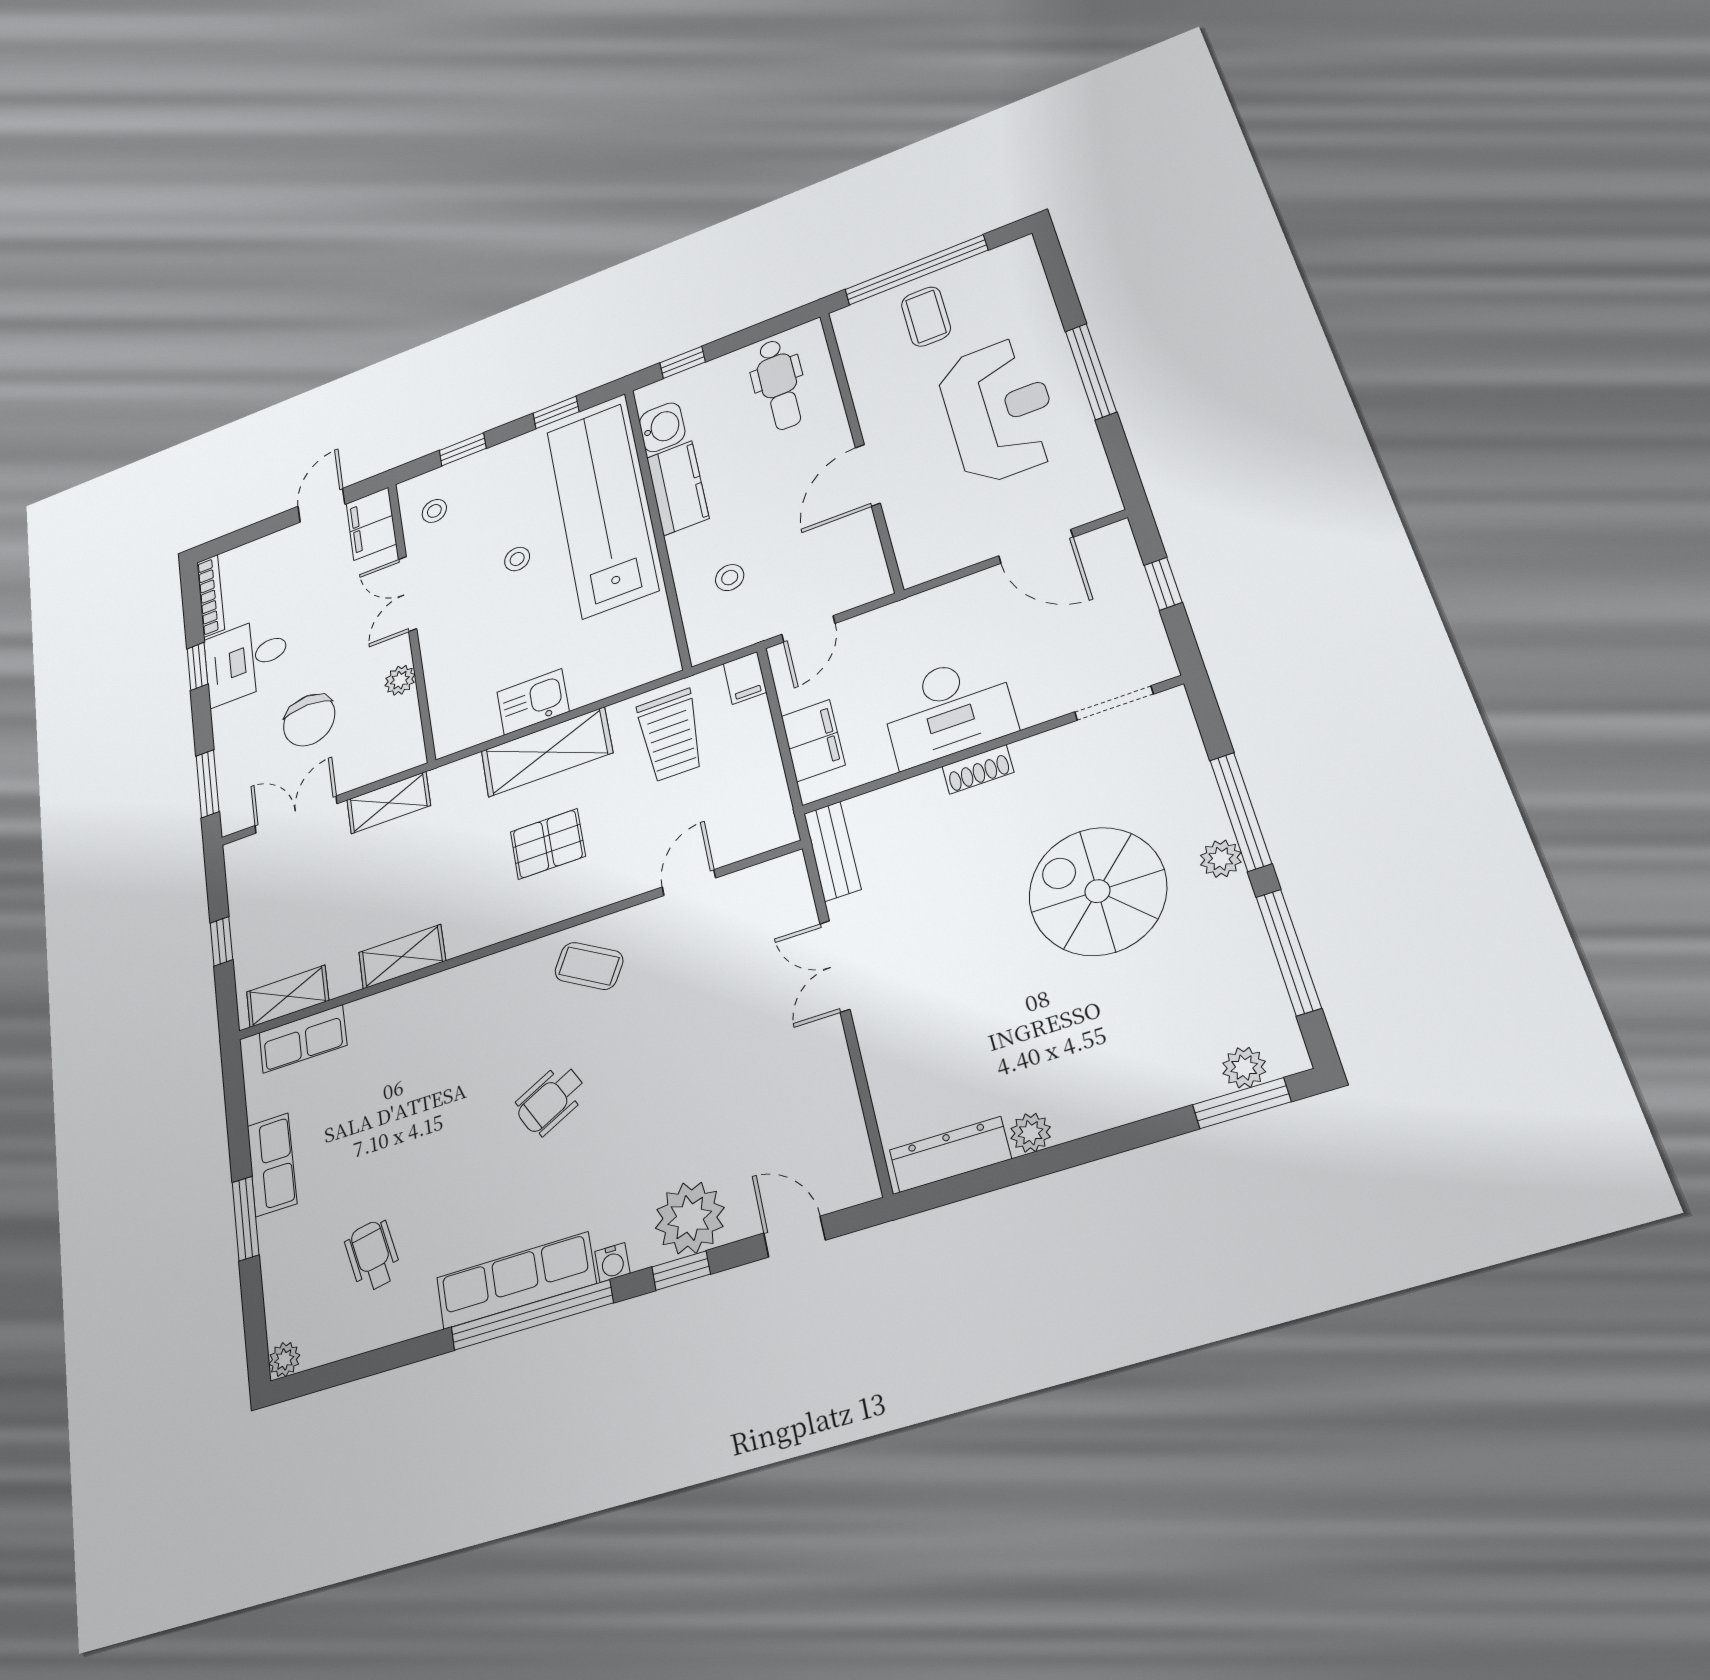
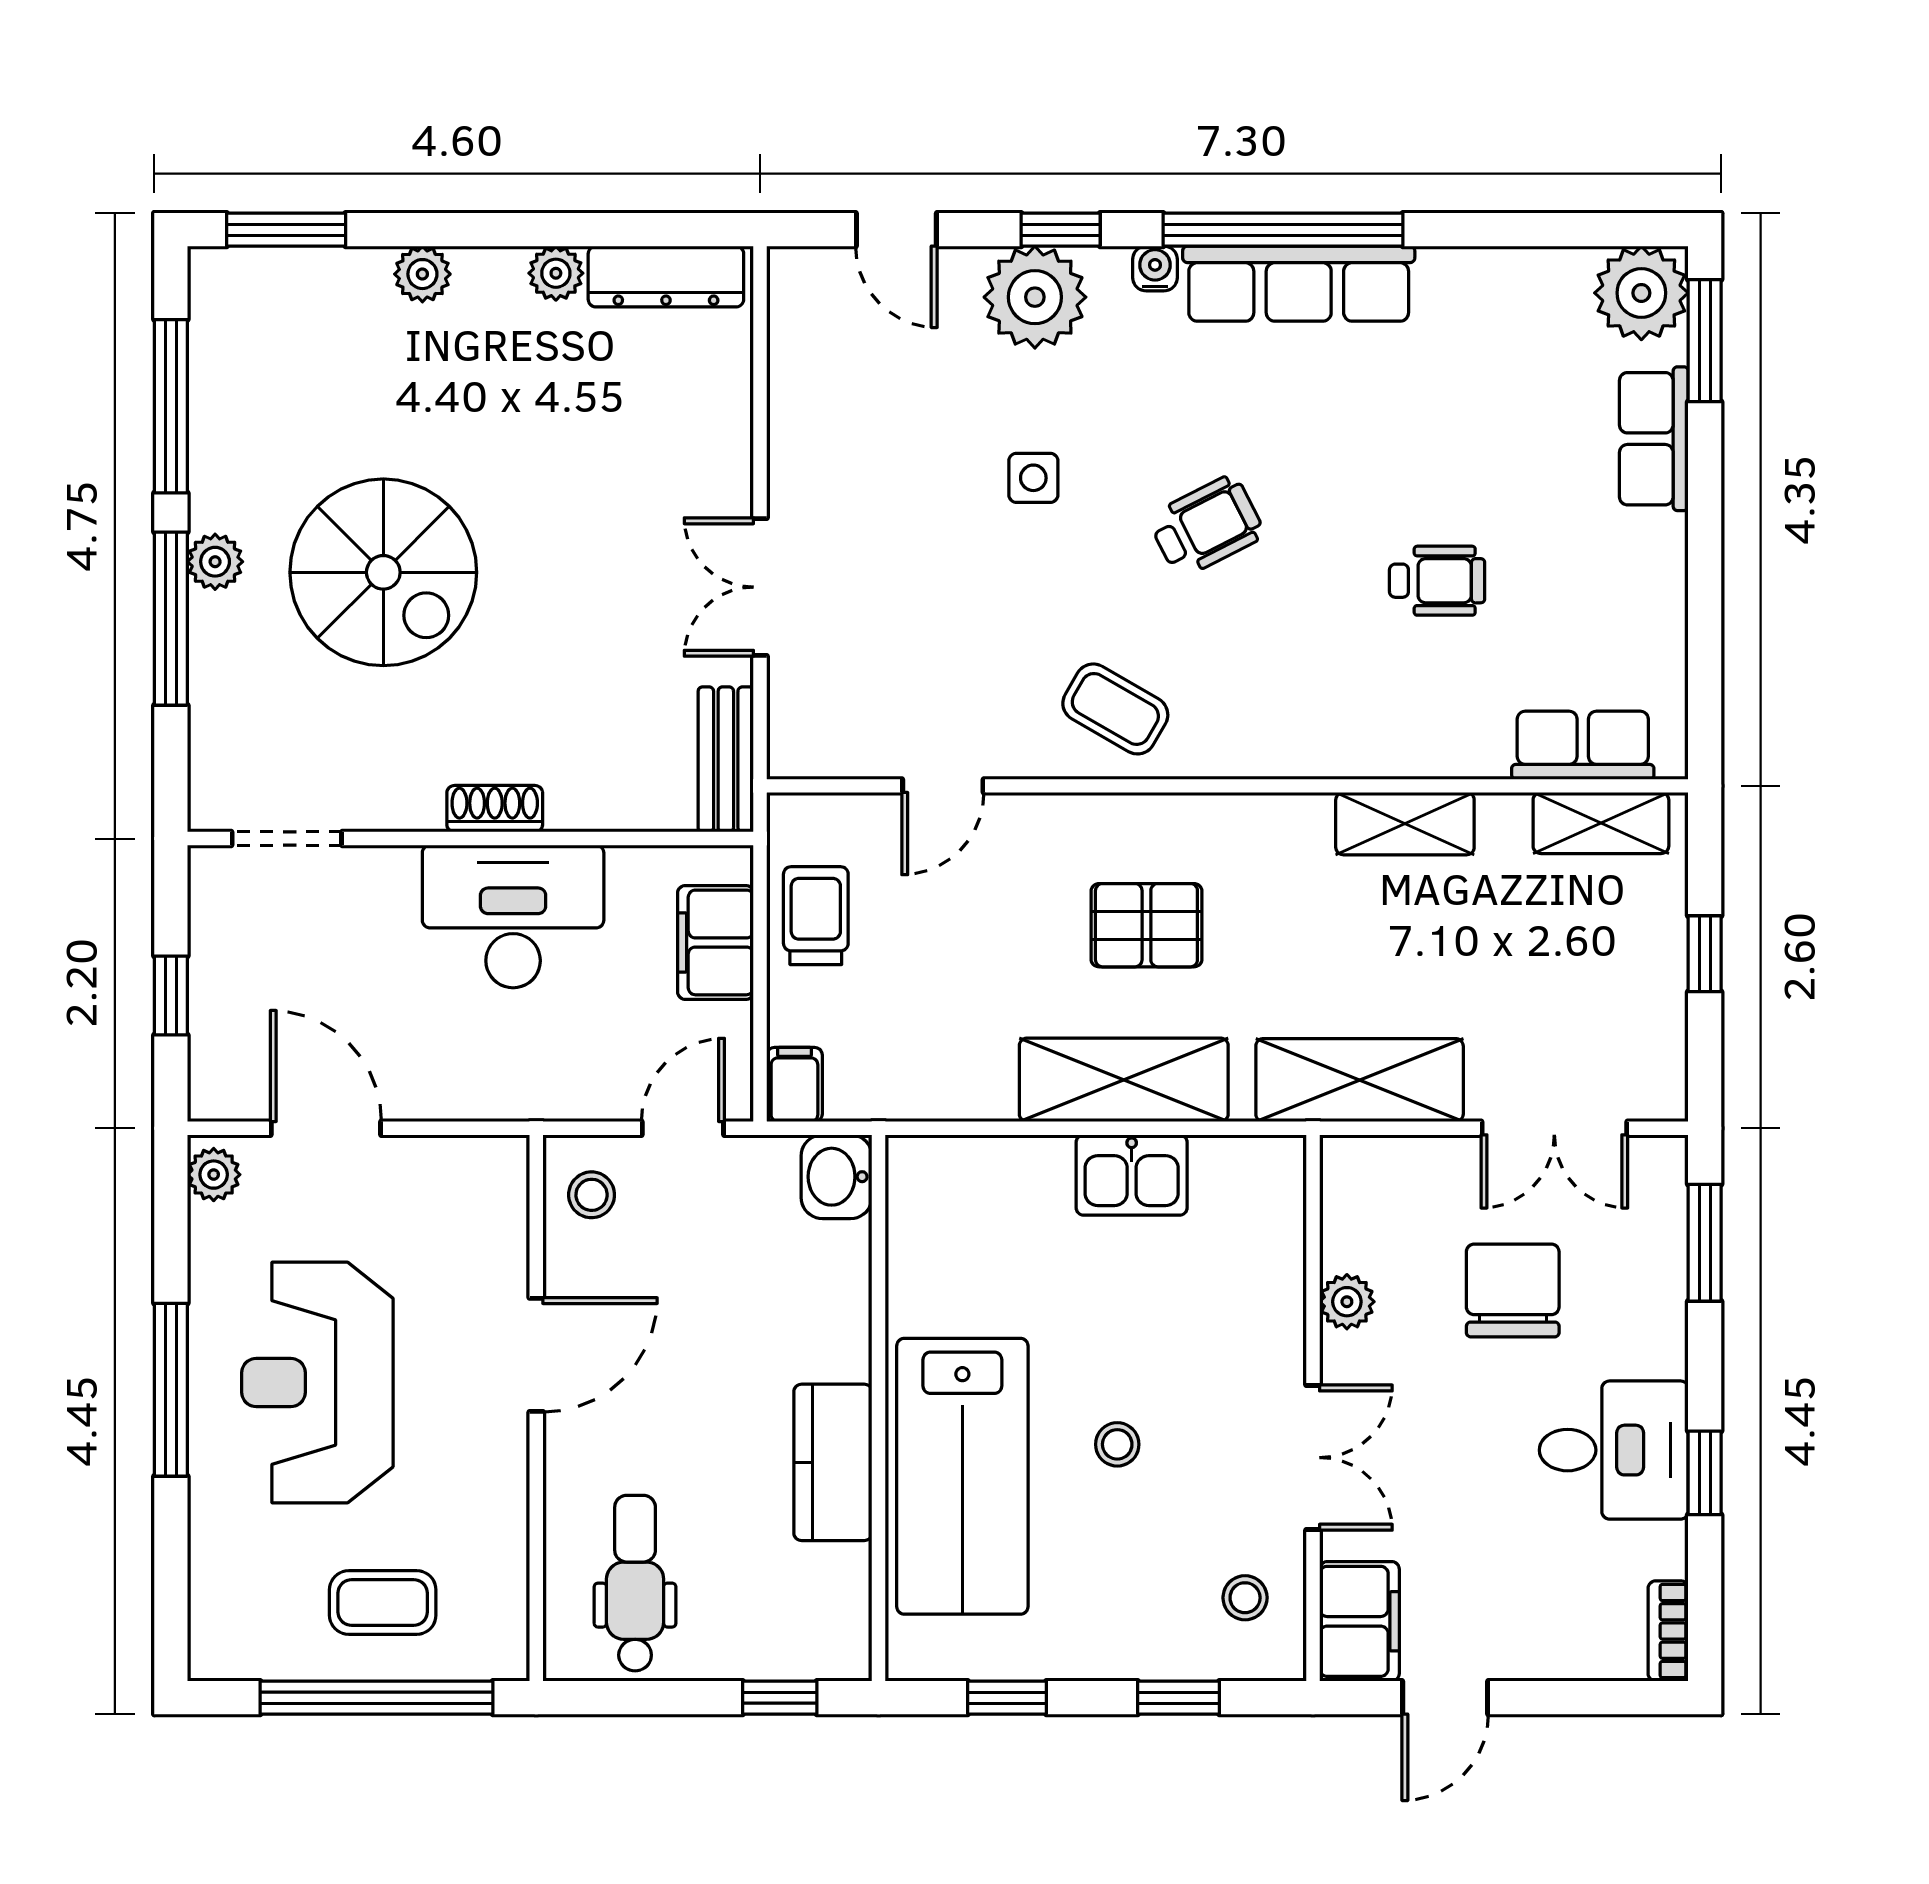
coffee table: (926, 317) -> (383, 1603), turned 90
washbasin: (662, 427) -> (837, 1177), moved
plant: (1101, 495) -> (214, 1175), added
lab bench: (602, 510) -> (962, 1476), width x0.73
stool: (730, 578) -> (592, 1195), moved
bookcase: (211, 596) -> (1668, 1631), width x0.64
trolley: (670, 735) -> (816, 916), moved, width x0.73, depth x0.72
shelving: (389, 803) -> (1360, 1080), width x1.50, depth x1.33
double door: (835, 966) -> (760, 587), swing flipped
plant: (1244, 1068) -> (422, 274), moved
side table: (668, 1095) -> (1033, 478), added
row of seats: (272, 1165) -> (1654, 439), moved
window: (246, 1218) -> (1705, 341), moved
wheelchair: (373, 1256) -> (1437, 581), moved, turned -79
plant: (284, 1359) -> (1641, 293), width x1.88, depth x1.88

